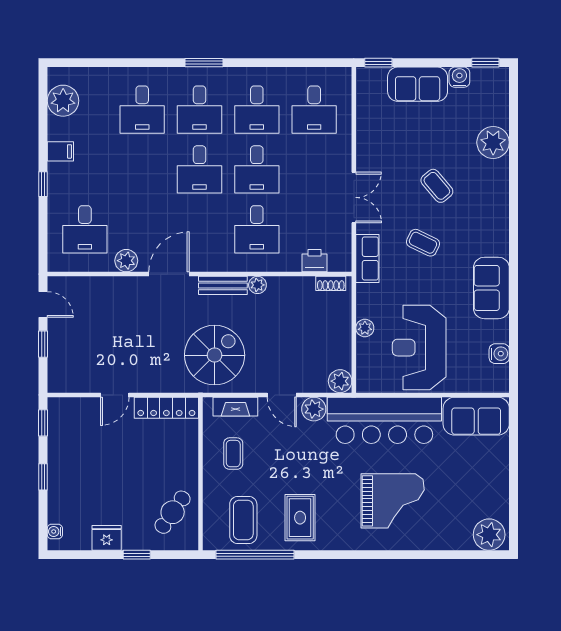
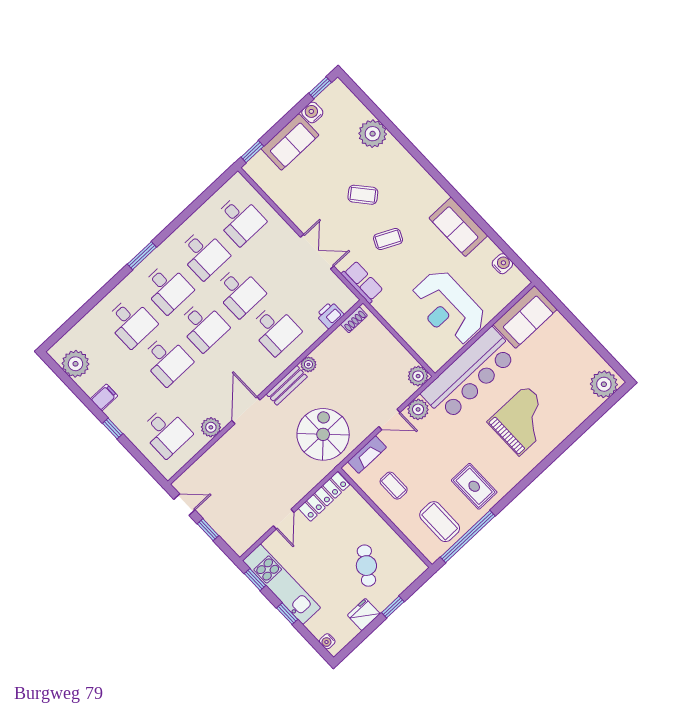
desk: (142, 169) -> (167, 360), added
plant: (365, 328) -> (402, 328), removed
kitchen unit: (62, 448) -> (282, 584), added
cafe table: (173, 512) -> (366, 566), moved

